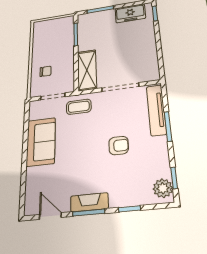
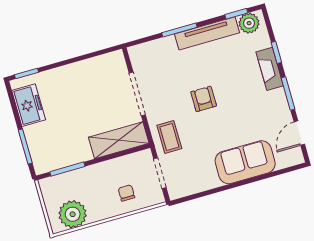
plant: (43, 35) -> (73, 214), added
tv unit: (156, 110) -> (207, 33), moved
sofa: (41, 142) -> (245, 162), moved
armchair: (119, 146) -> (204, 99), moved
fireplace: (89, 202) -> (270, 69), moved

